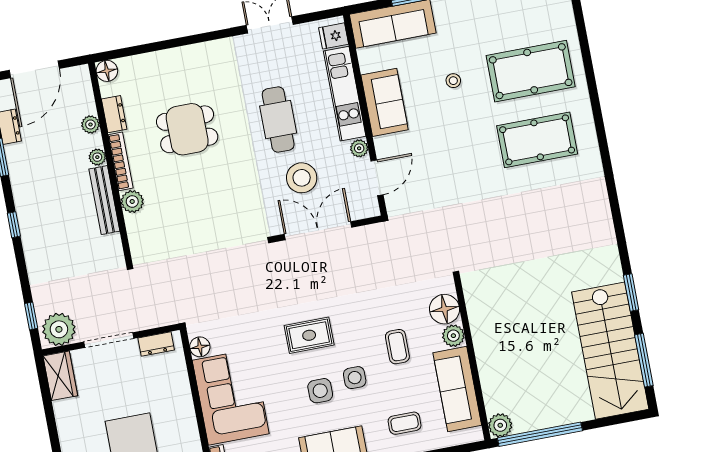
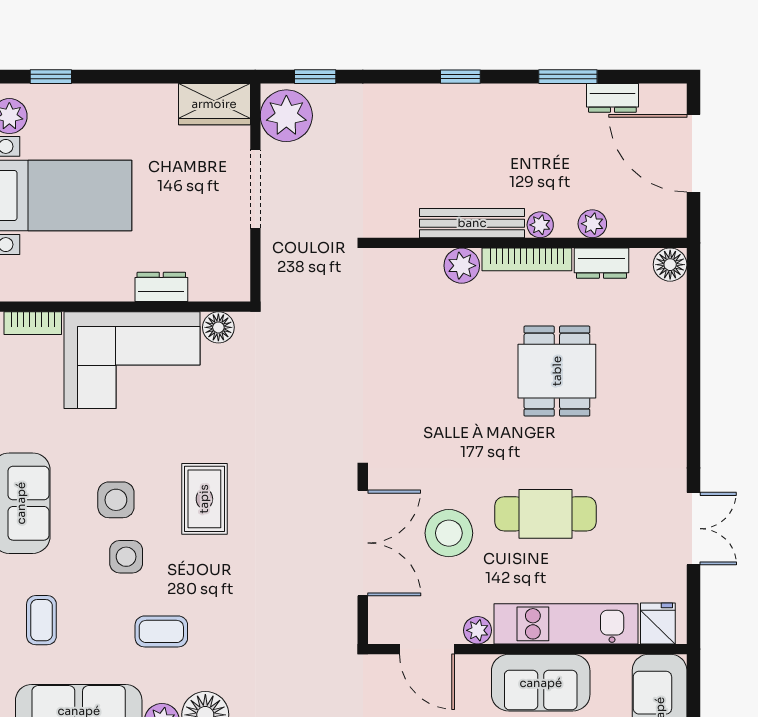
dresser: (156, 344) -> (161, 287), moved, turned 90

